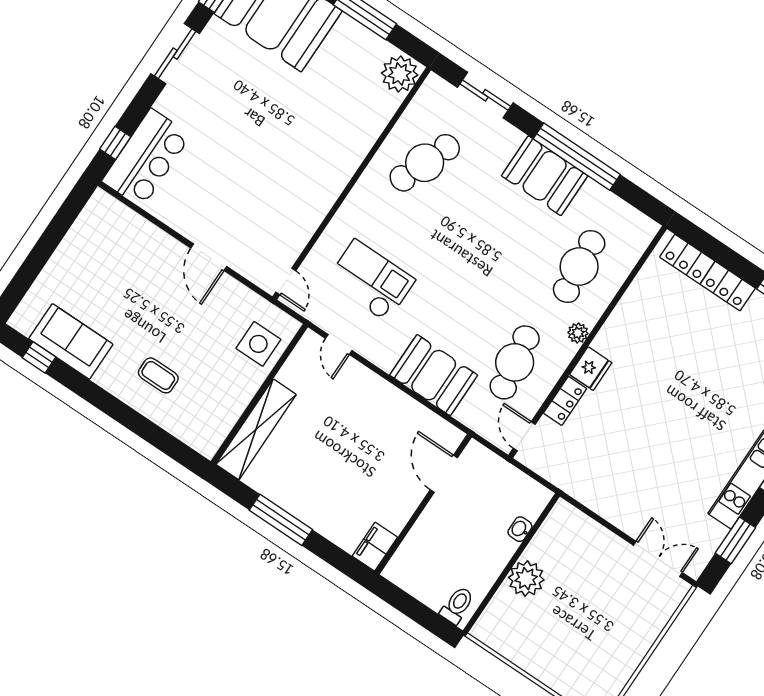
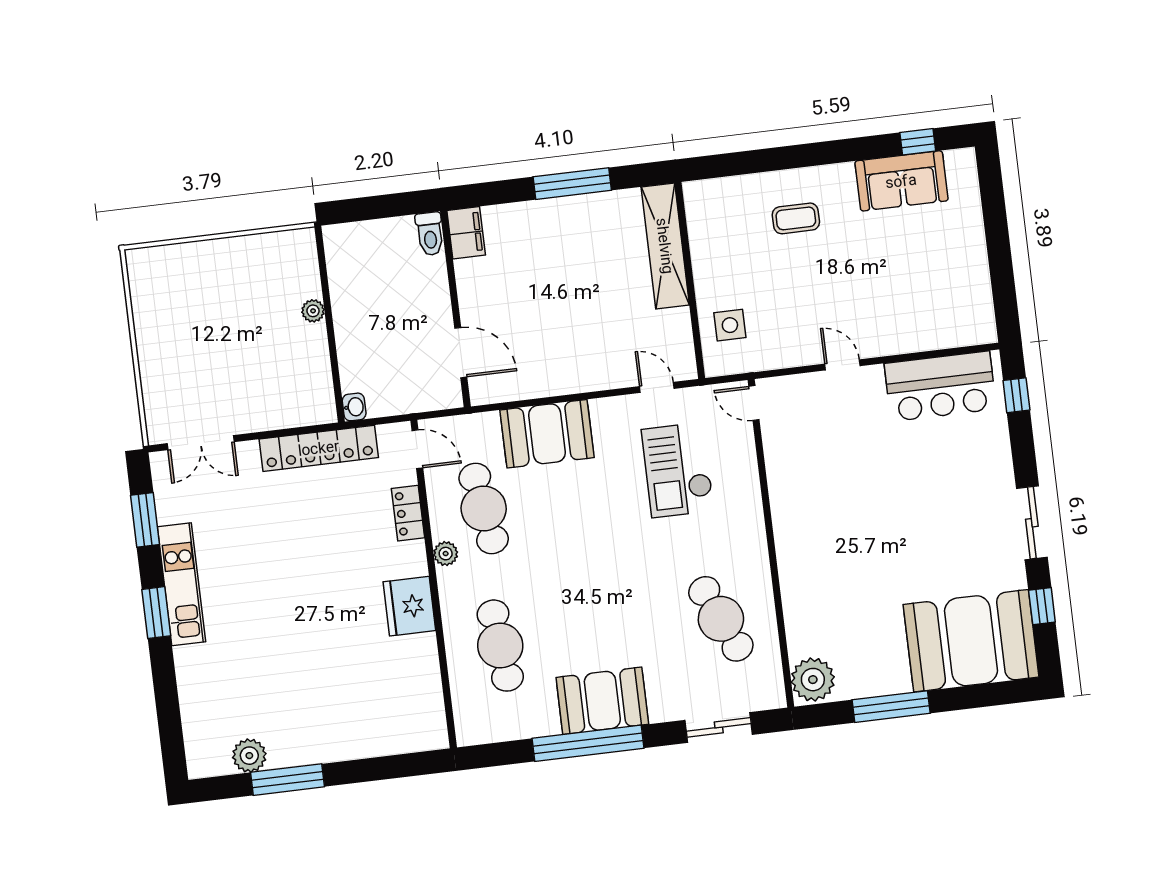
bar counter: (146, 158) -> (940, 386), moved, turned -90
cafe table: (425, 163) -> (721, 619), turned -45
door: (209, 257) -> (842, 365), width x0.73
locker: (707, 273) -> (319, 448), moved, turned 180
checkout: (371, 281) -> (678, 470), turned 90
plant: (578, 333) -> (446, 554), moved
side table: (258, 344) -> (730, 325), width x0.73, depth x0.73
fridge: (591, 369) -> (409, 606), moved, width x1.36, depth x1.34
washbasin: (520, 529) -> (354, 407), moved
plant: (526, 579) -> (313, 311), width x0.53, depth x0.53
toilet: (457, 605) -> (430, 234), moved

